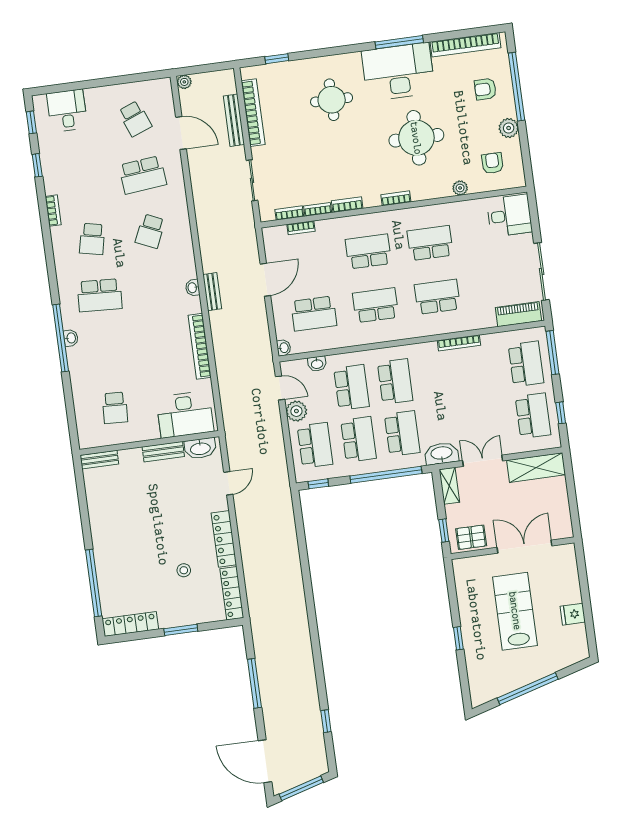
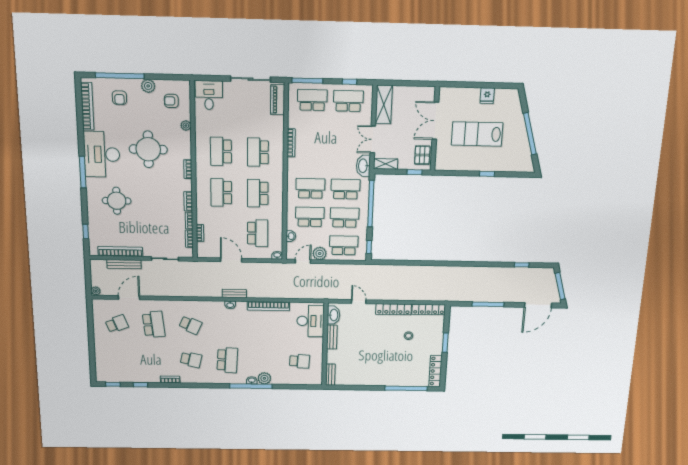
window: (399, 42) -> (83, 172), moved
desk: (67, 111) -> (107, 363), removed
plant: (77, 357) -> (264, 378), added

